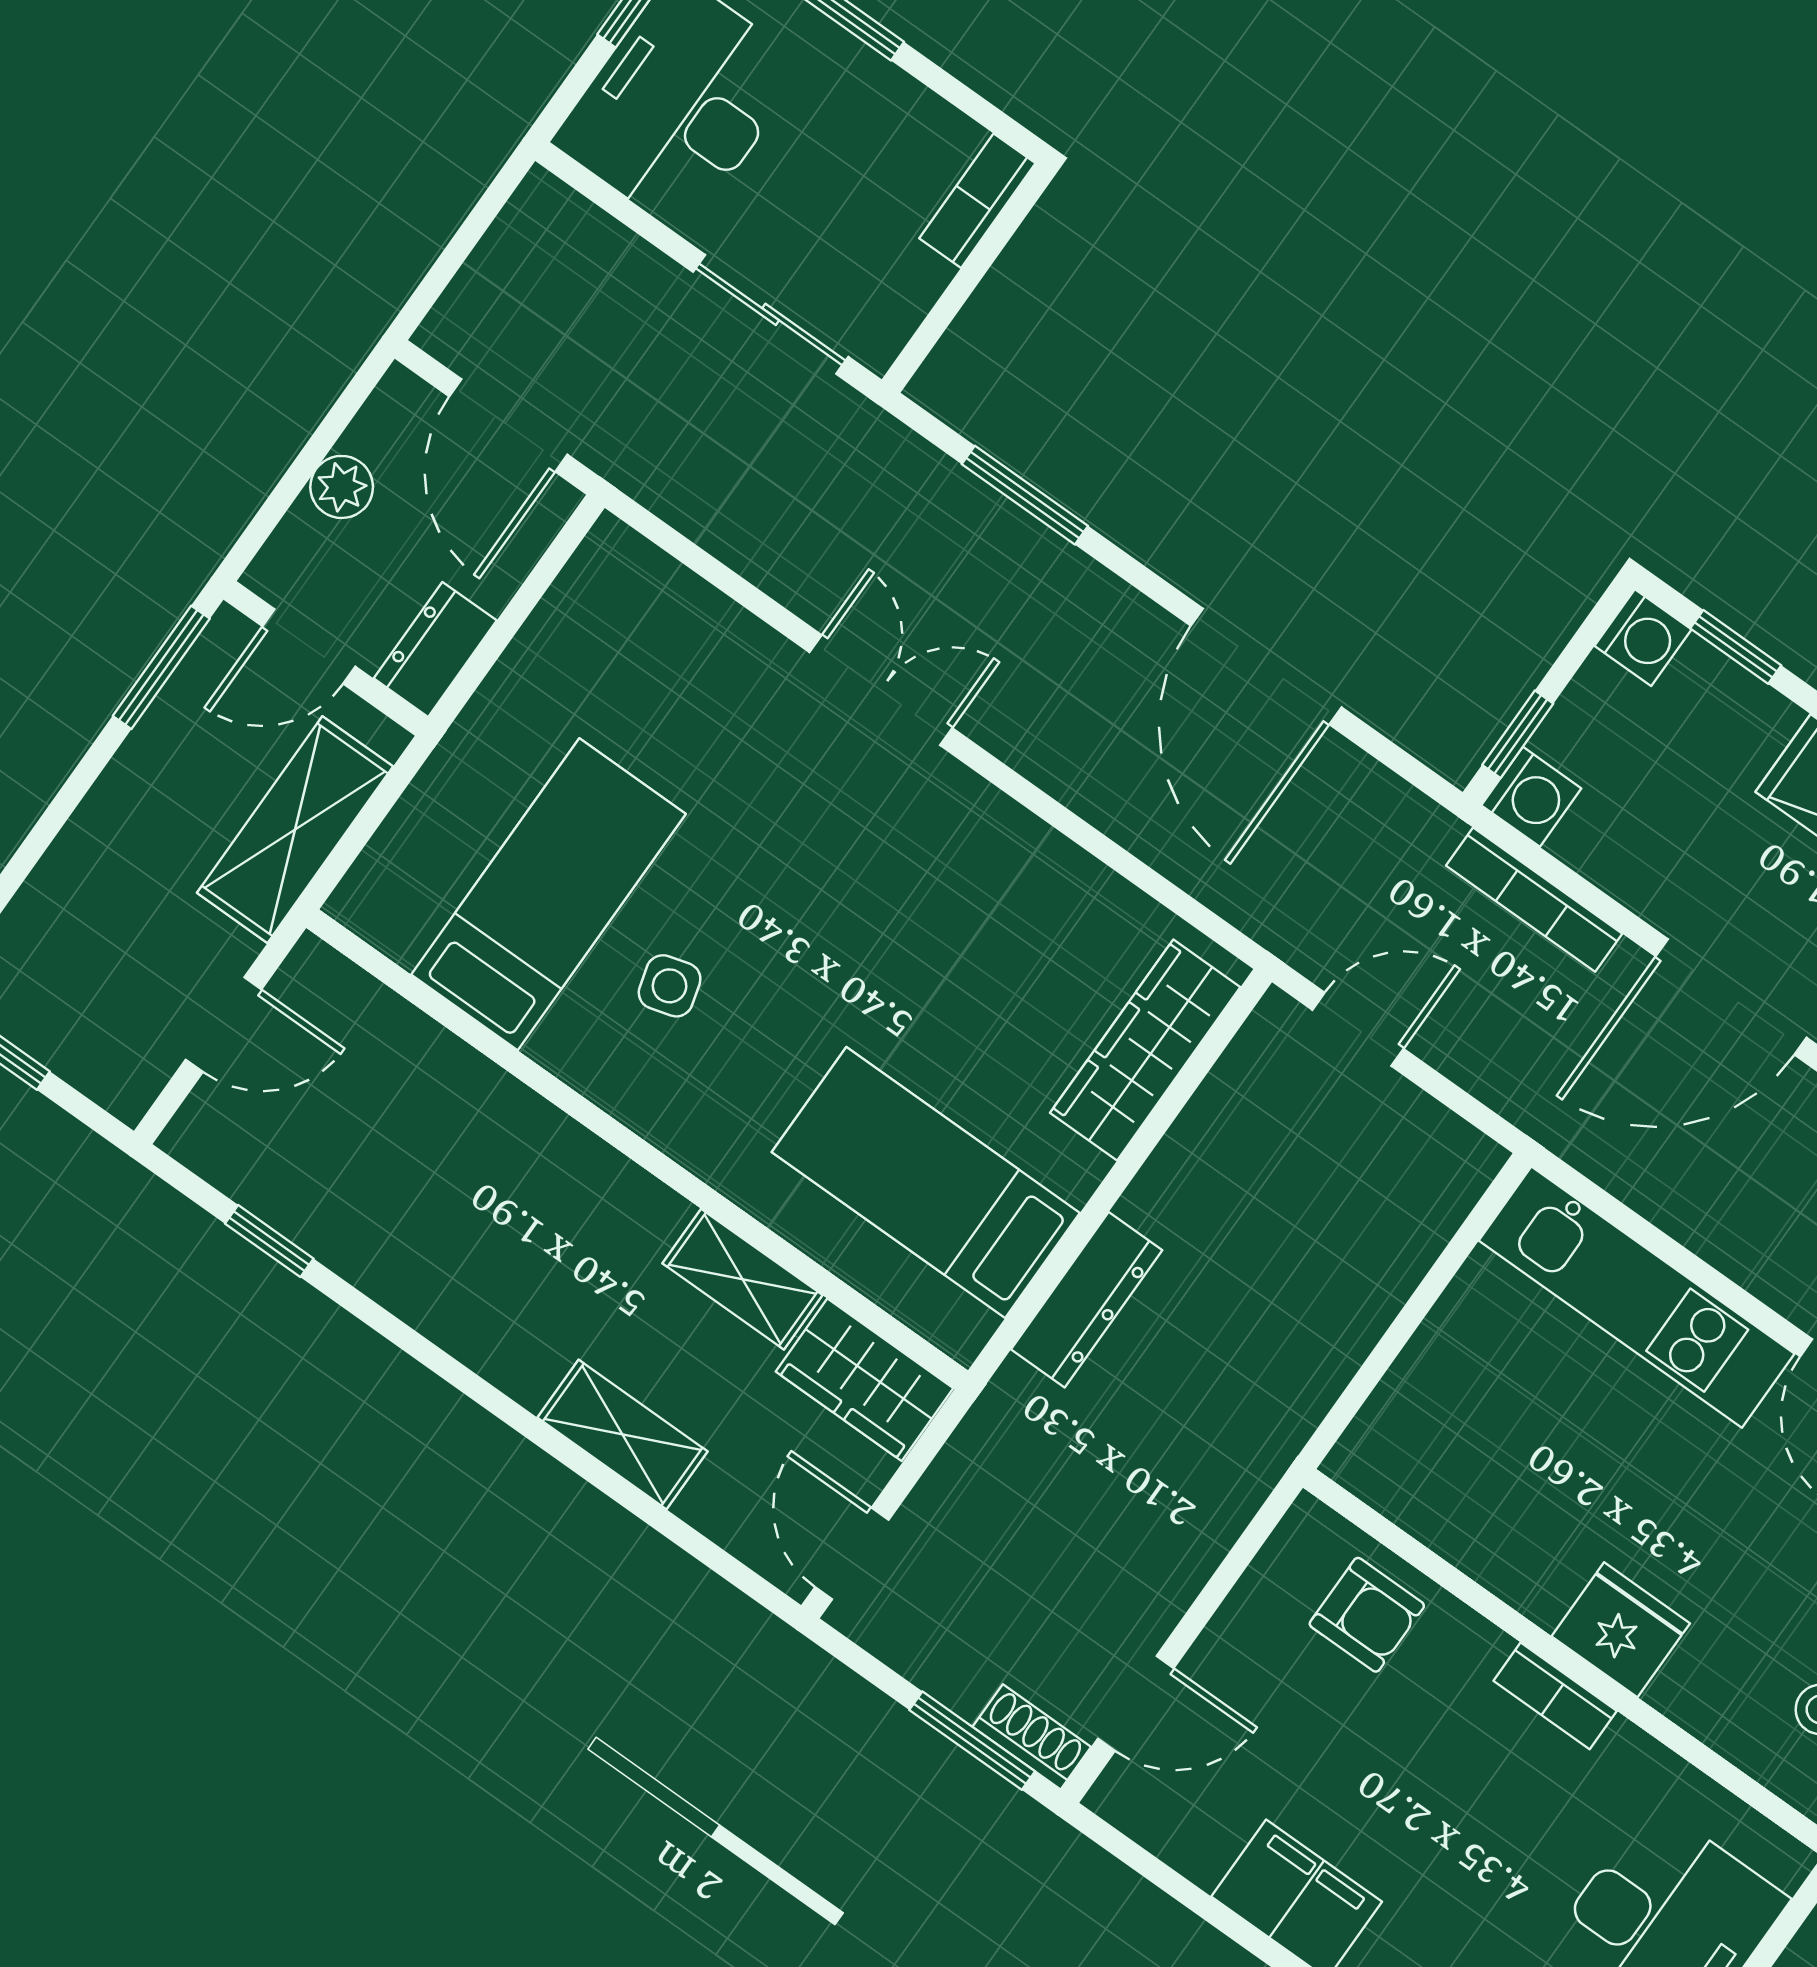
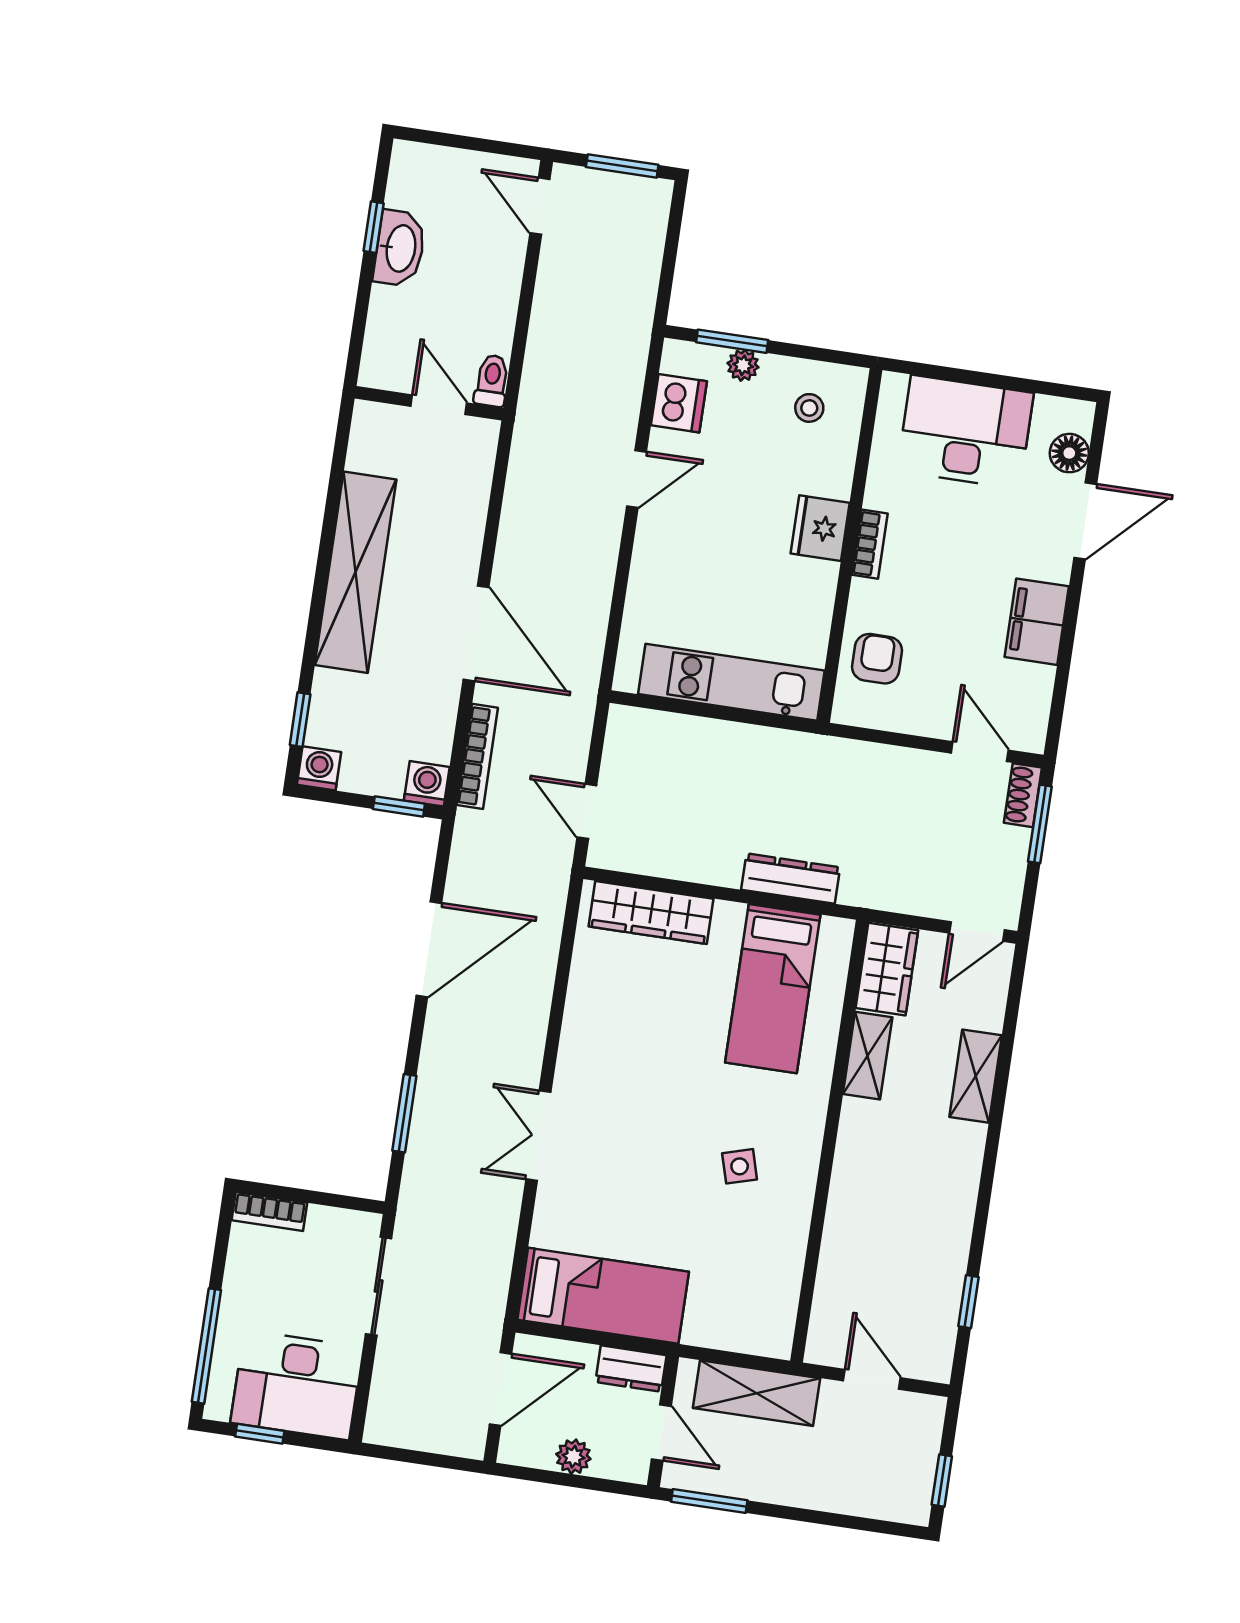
bed: (549, 894) -> (603, 1296), moved, turned 180
kitchen unit: (1637, 1297) -> (731, 682), moved, turned -90

